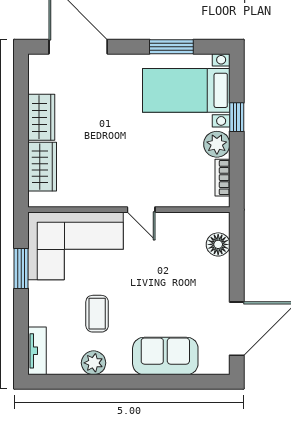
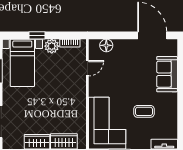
door: (141, 210) -> (87, 68), moved
plant: (94, 363) -> (171, 113), removed

